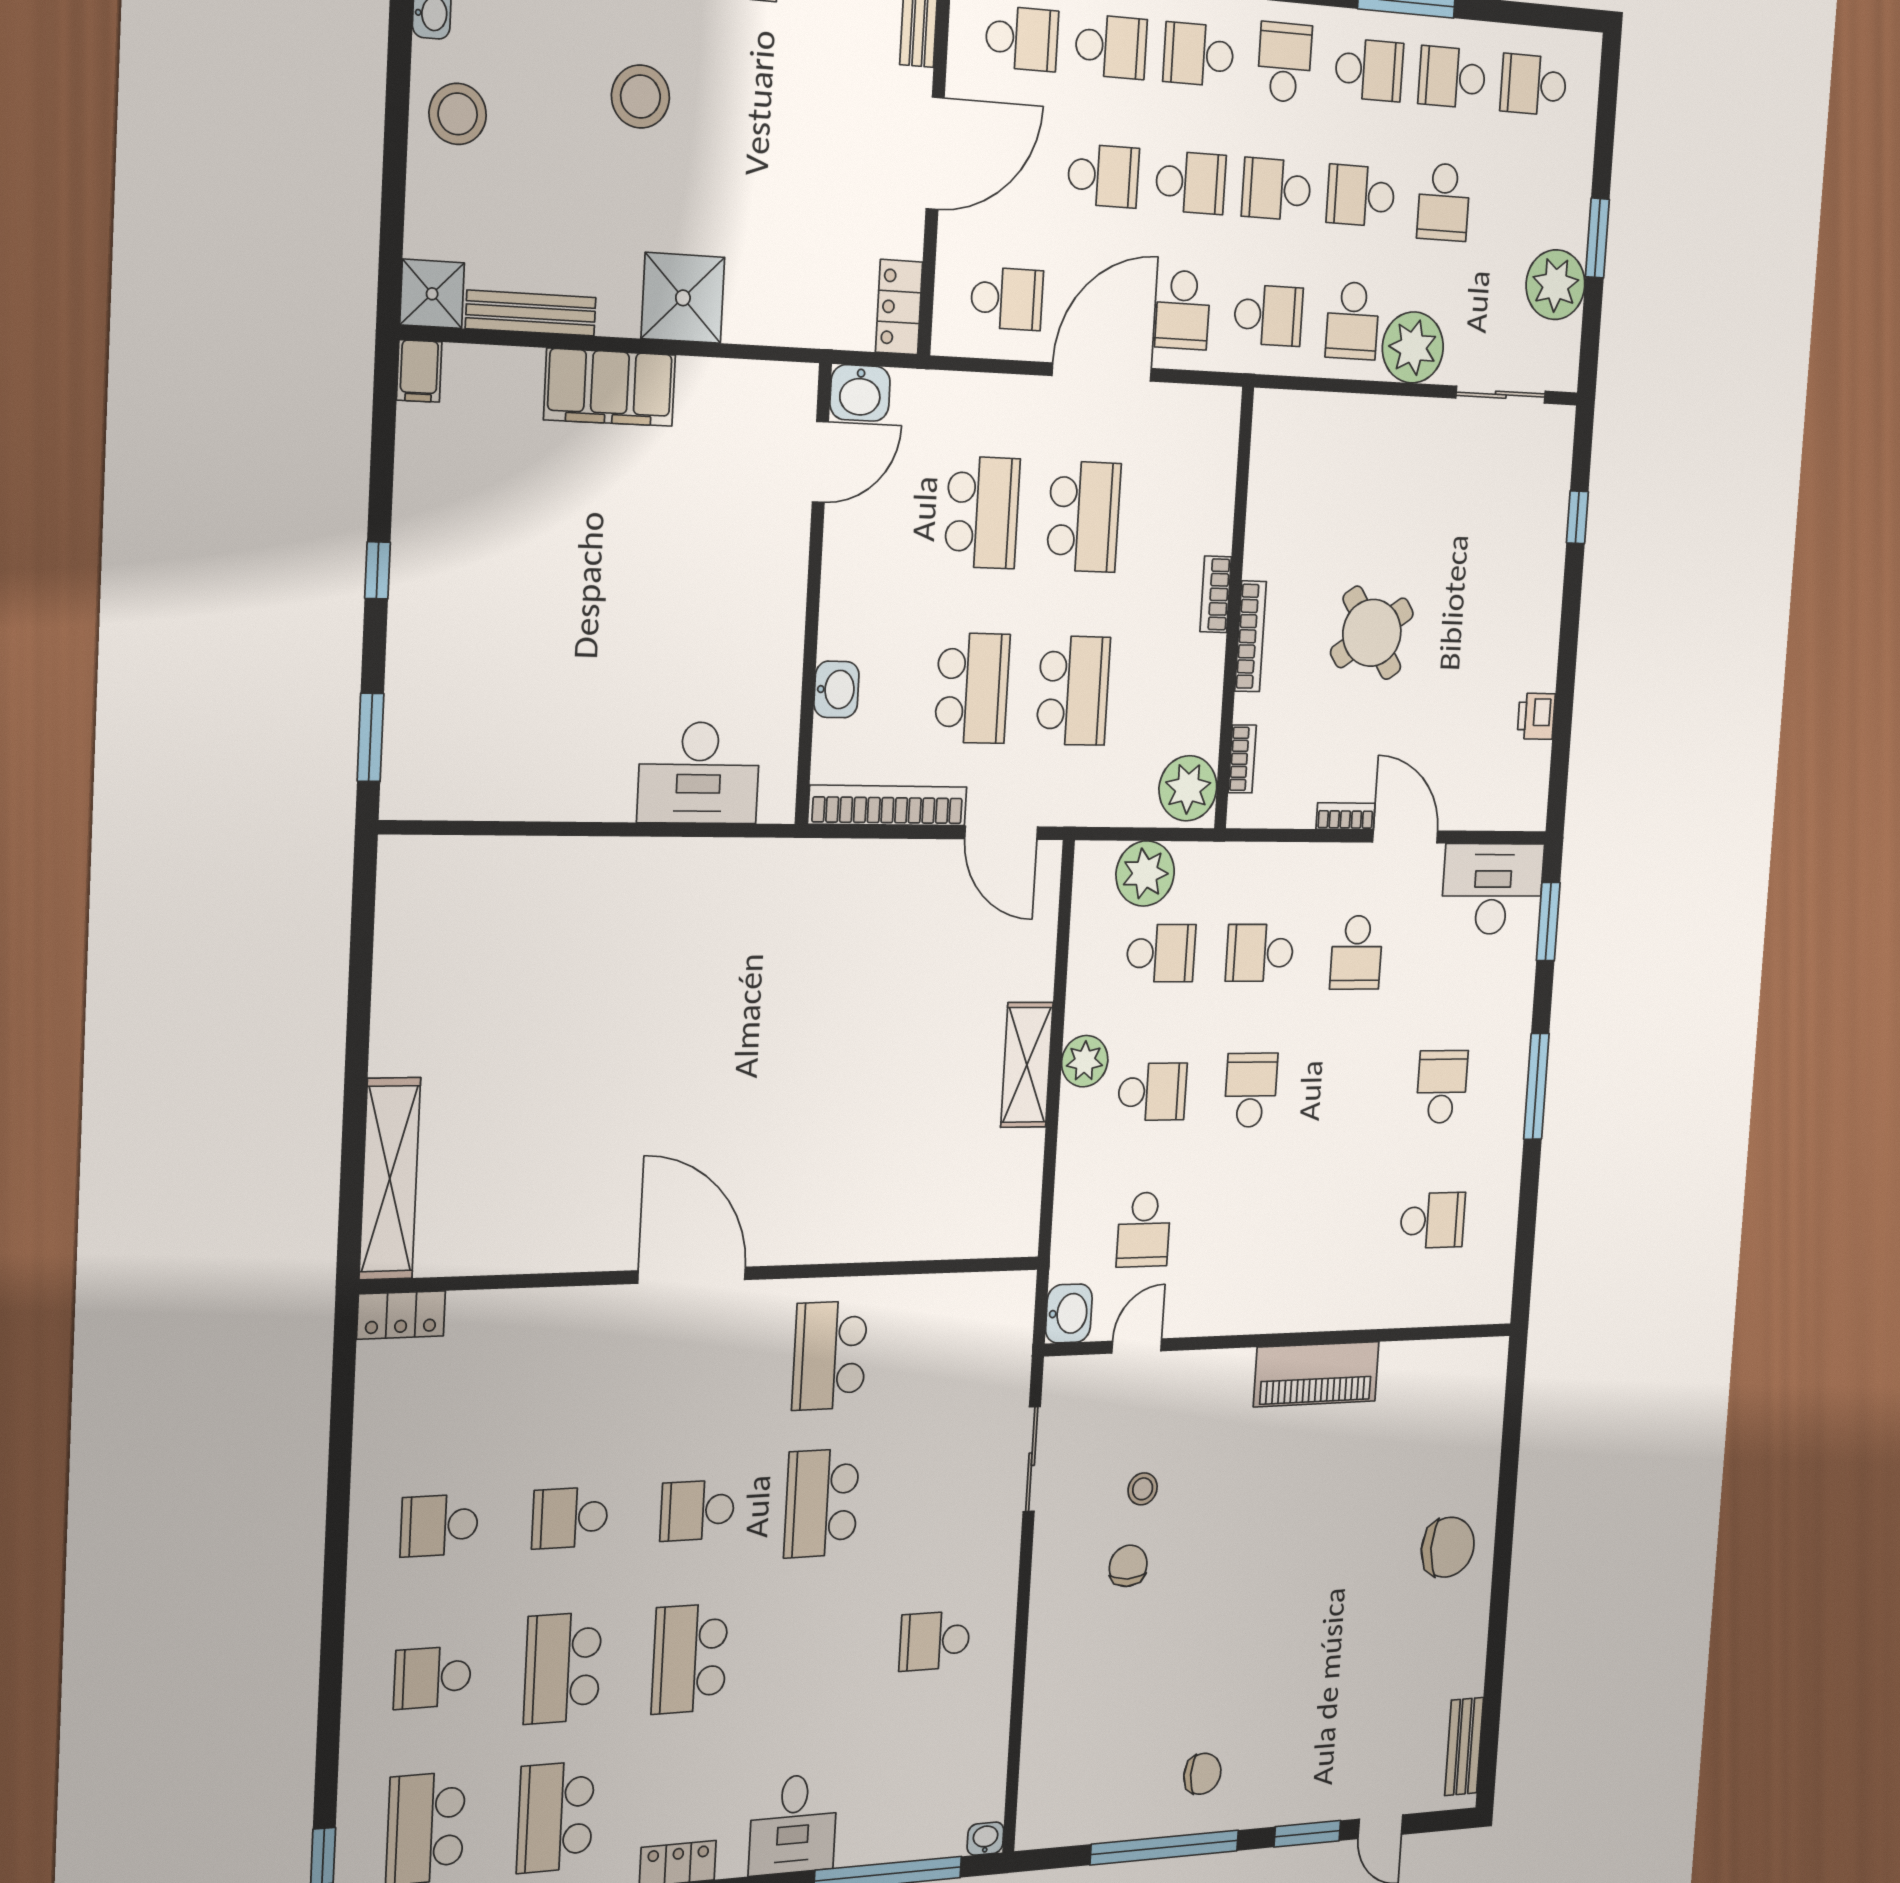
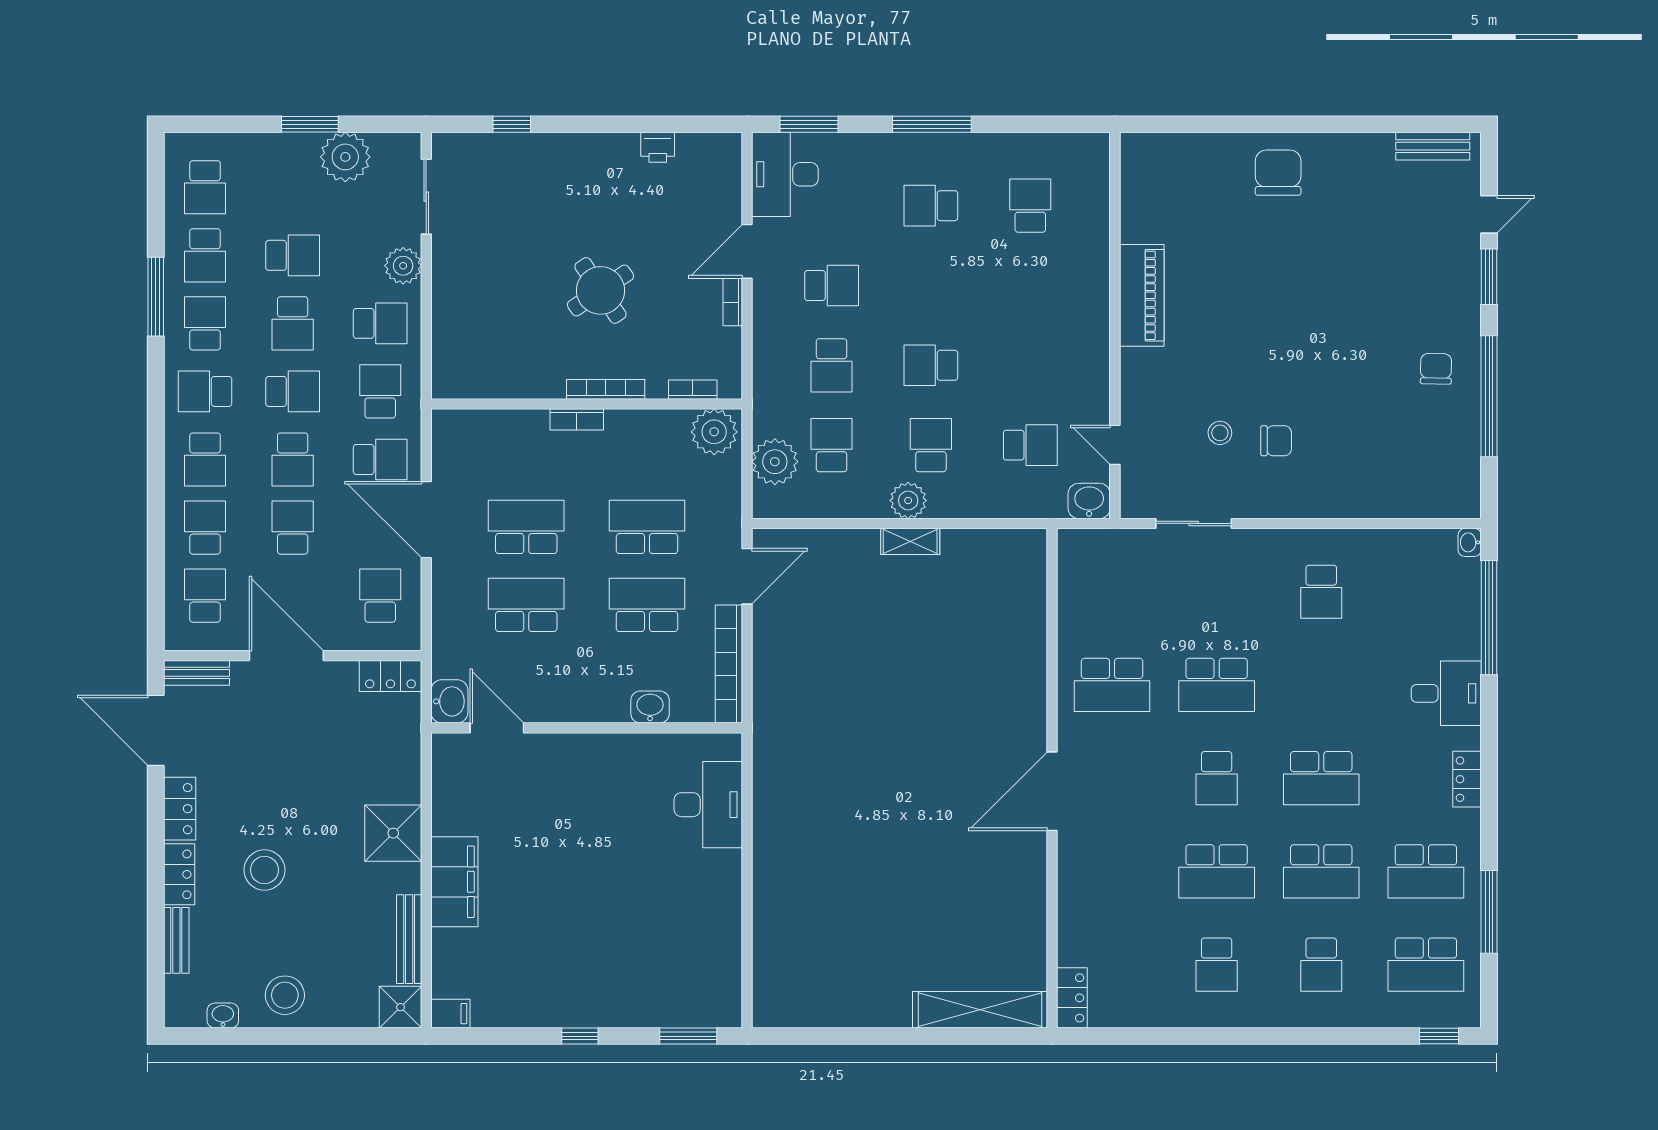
school desk: (1191, 183) -> (293, 459), turned 180
school desk: (1276, 189) -> (293, 391), turned -90
plant: (1413, 347) -> (403, 266), width x0.73, depth x0.73
shelving: (1027, 1065) -> (910, 541), width x0.67, depth x0.75
school desk: (570, 1518) -> (1217, 871), width x1.85
chair: (1128, 1566) -> (1276, 441), turned 180

